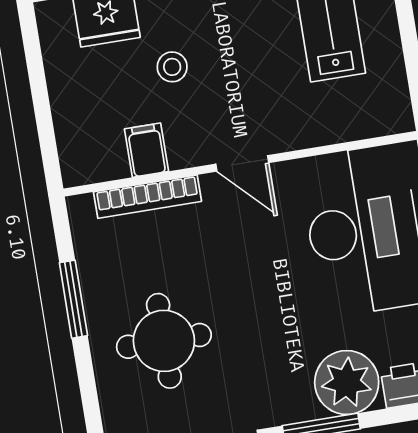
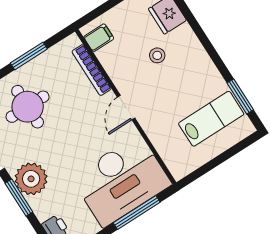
filing cabinet: (146, 150) -> (99, 38), moved
plant: (347, 382) -> (31, 179), moved

